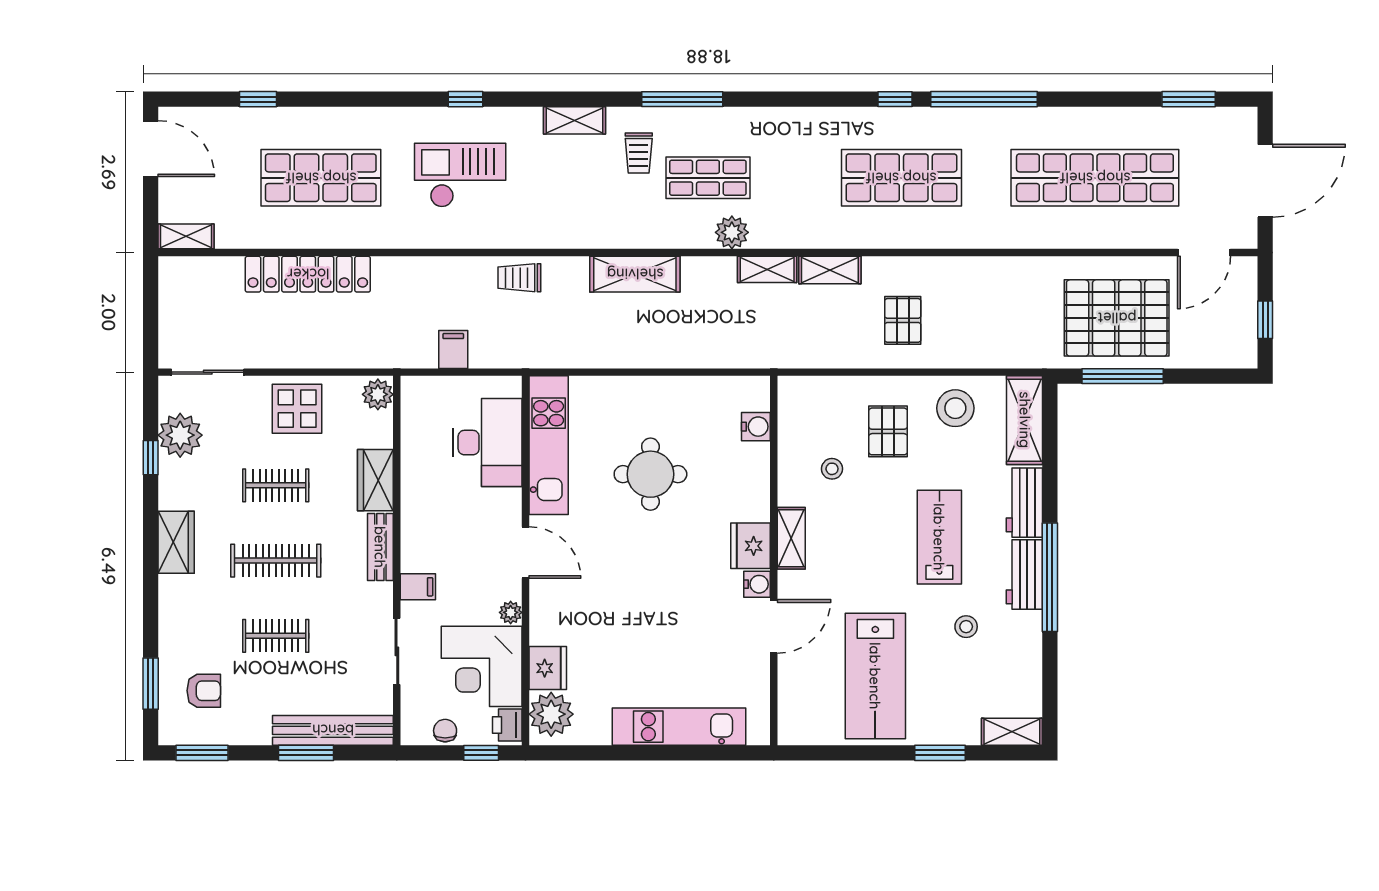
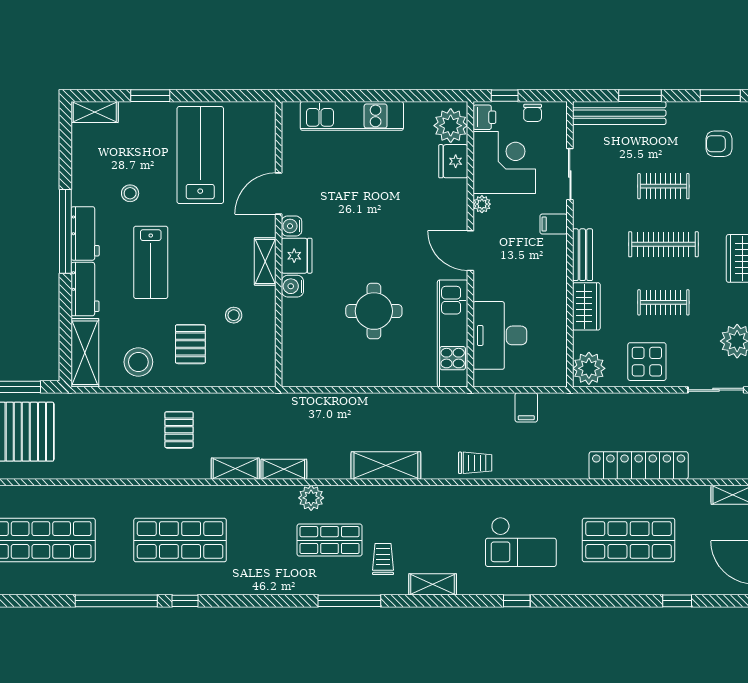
plant: (378, 394) -> (589, 368), width x1.36, depth x1.36
water cooler: (756, 427) -> (292, 286), moved

